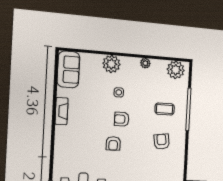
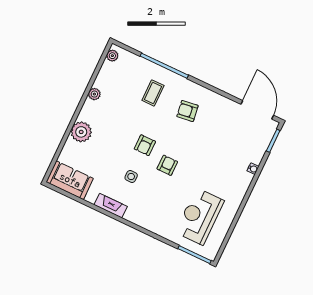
plant: (176, 70) -> (112, 56), width x0.53, depth x0.53
side table: (119, 92) -> (131, 176), moved
armchair: (113, 143) -> (167, 165), turned -90

